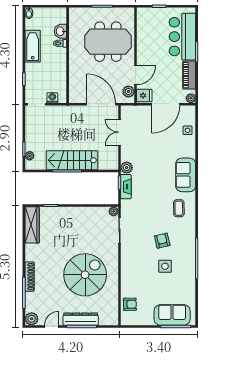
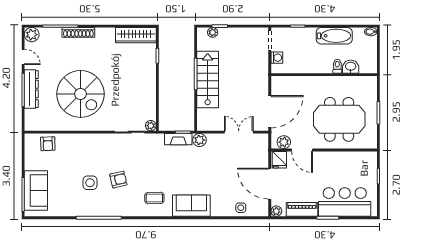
meeting table: (108, 42) -> (339, 119), turned 90

